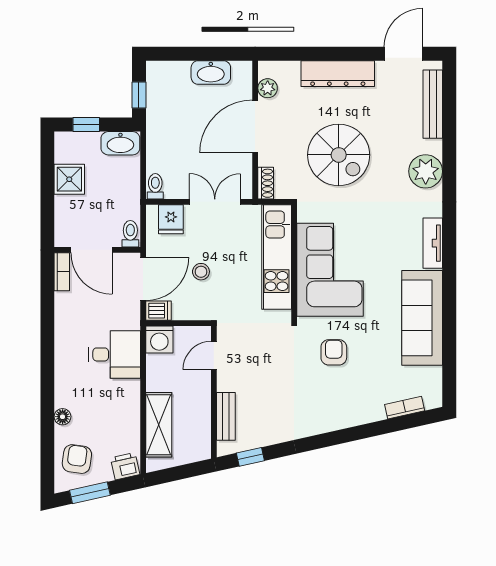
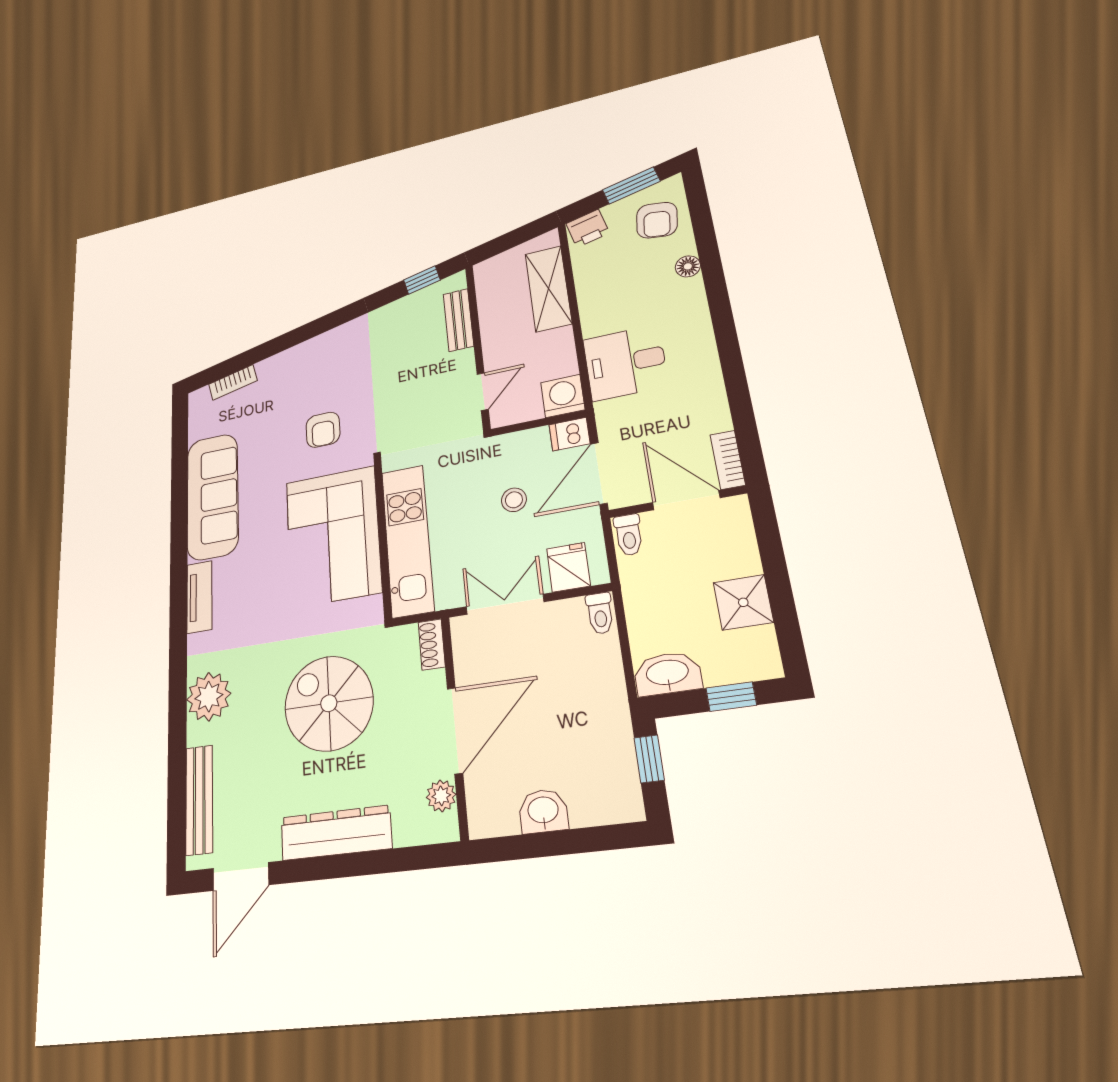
washbasin: (211, 72) -> (543, 811), width x0.72
double door: (215, 202) -> (505, 604), swing flipped

